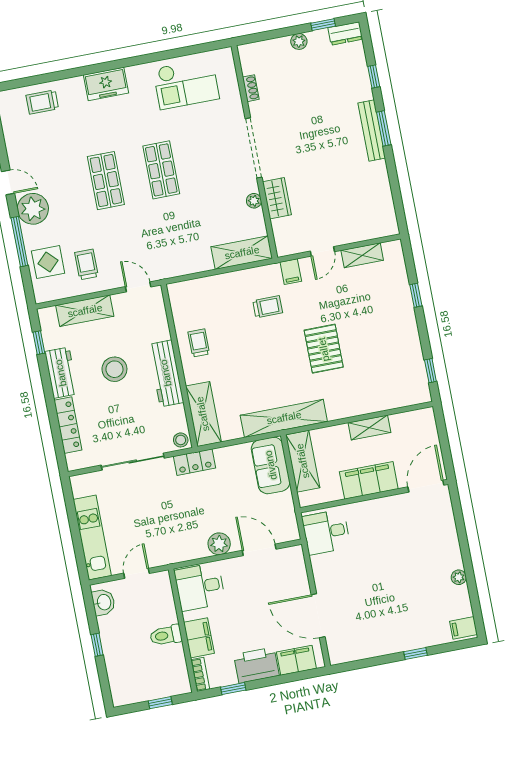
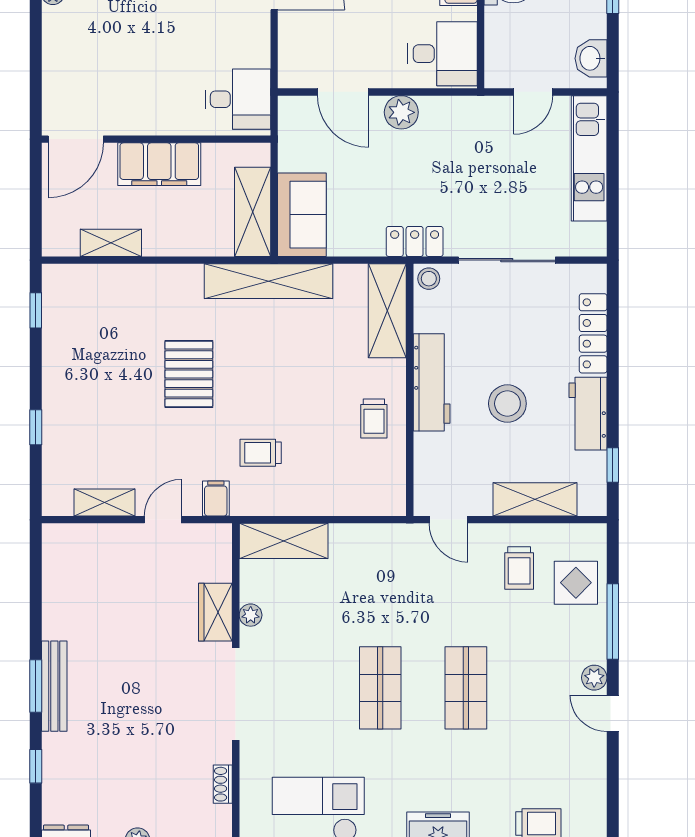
plant: (33, 209) -> (594, 678), width x0.53, depth x0.53
shelving: (369, 428) -> (111, 243), moved

